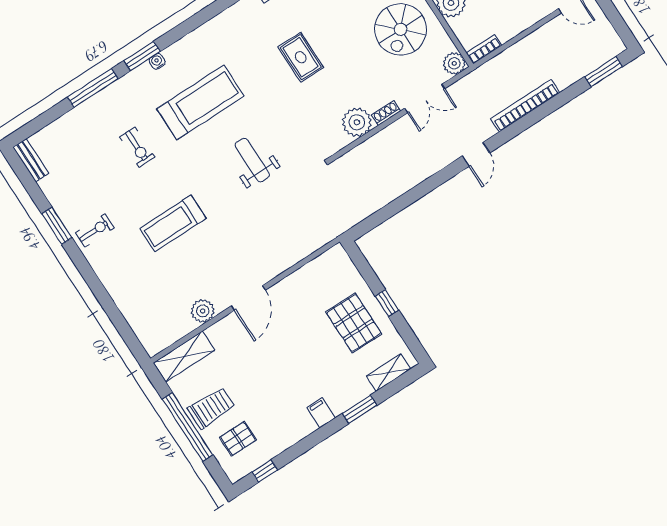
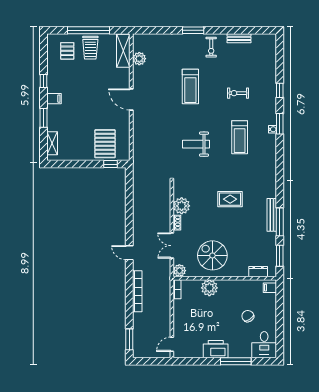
window: (93, 88) -> (280, 90), width x0.46
treadmill: (200, 102) -> (240, 137), width x0.73, depth x0.73
bench: (31, 160) -> (239, 38), moved
weight bench: (252, 160) -> (196, 144), turned 180
treadmill: (173, 223) -> (190, 87), turned 180
window: (57, 226) -> (193, 30), moved
window: (387, 303) -> (110, 164), moved
plant: (203, 311) -> (139, 59), moved
pallet: (354, 323) -> (105, 144), moved, turned 90
window: (265, 471) -> (44, 81), moved

